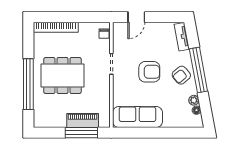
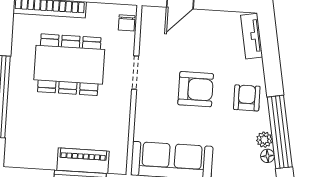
window: (198, 70) -> (280, 132), moved
armchair: (181, 75) -> (247, 98), turned 130
dining table: (62, 76) -> (69, 65), moved

